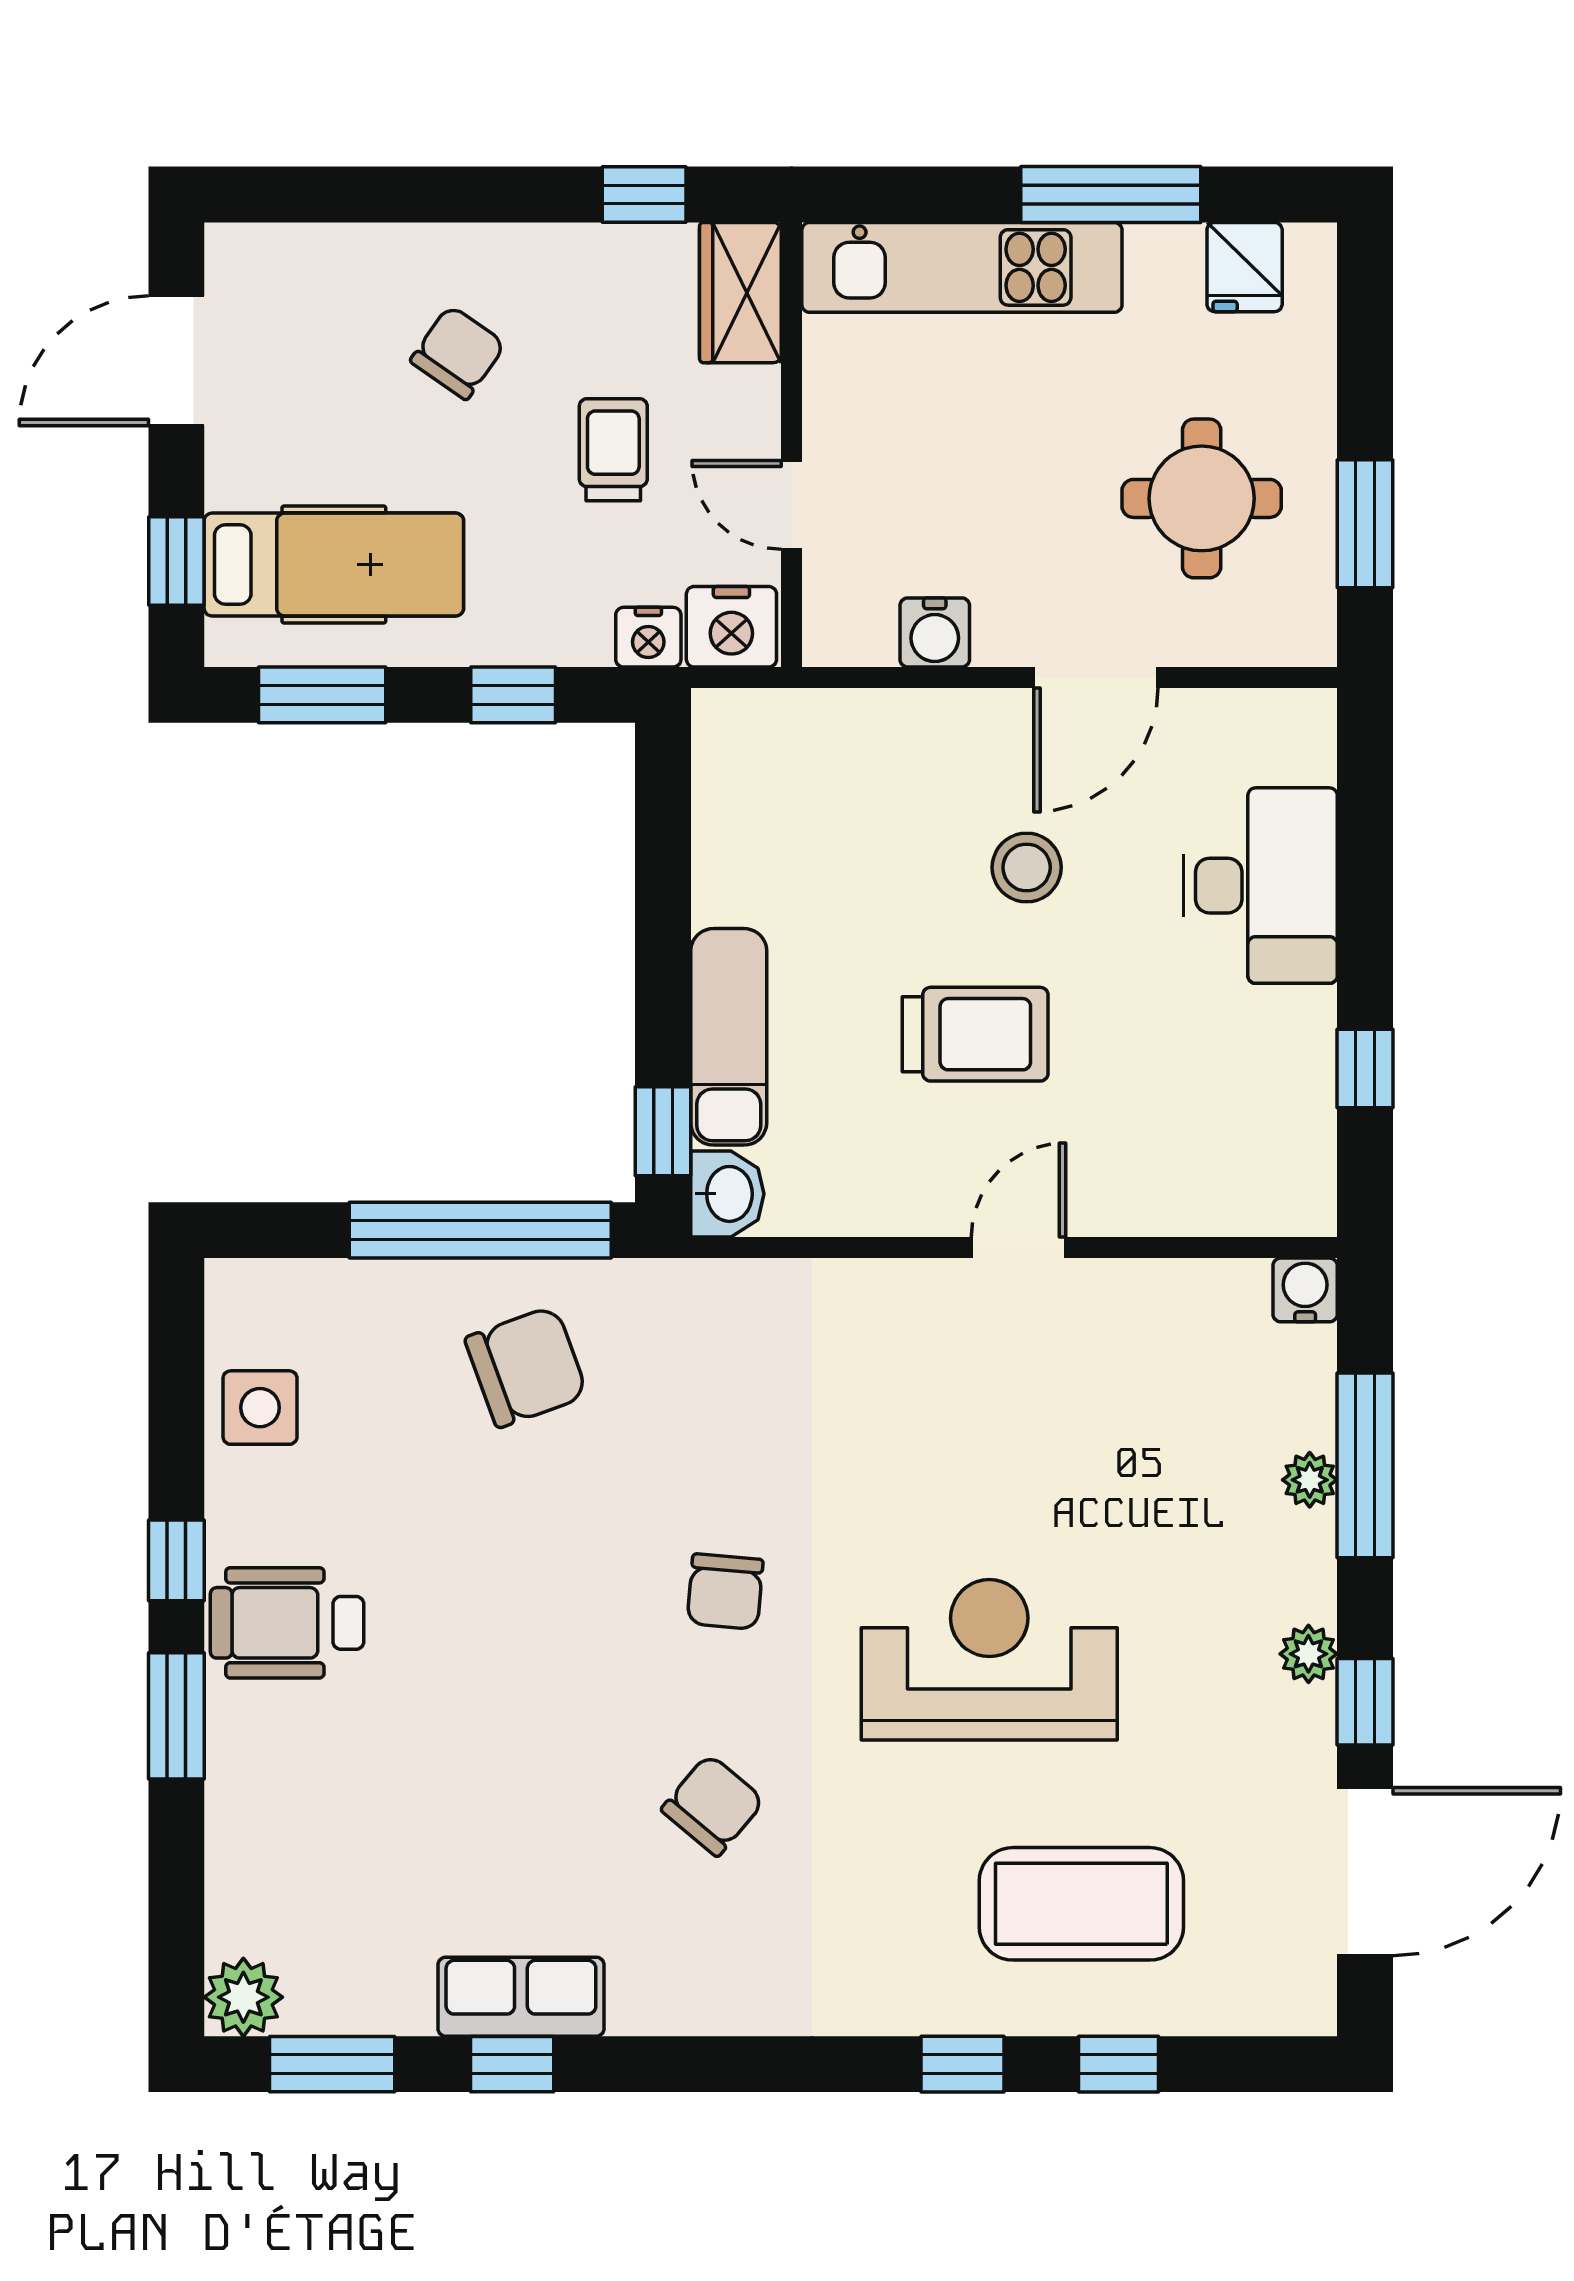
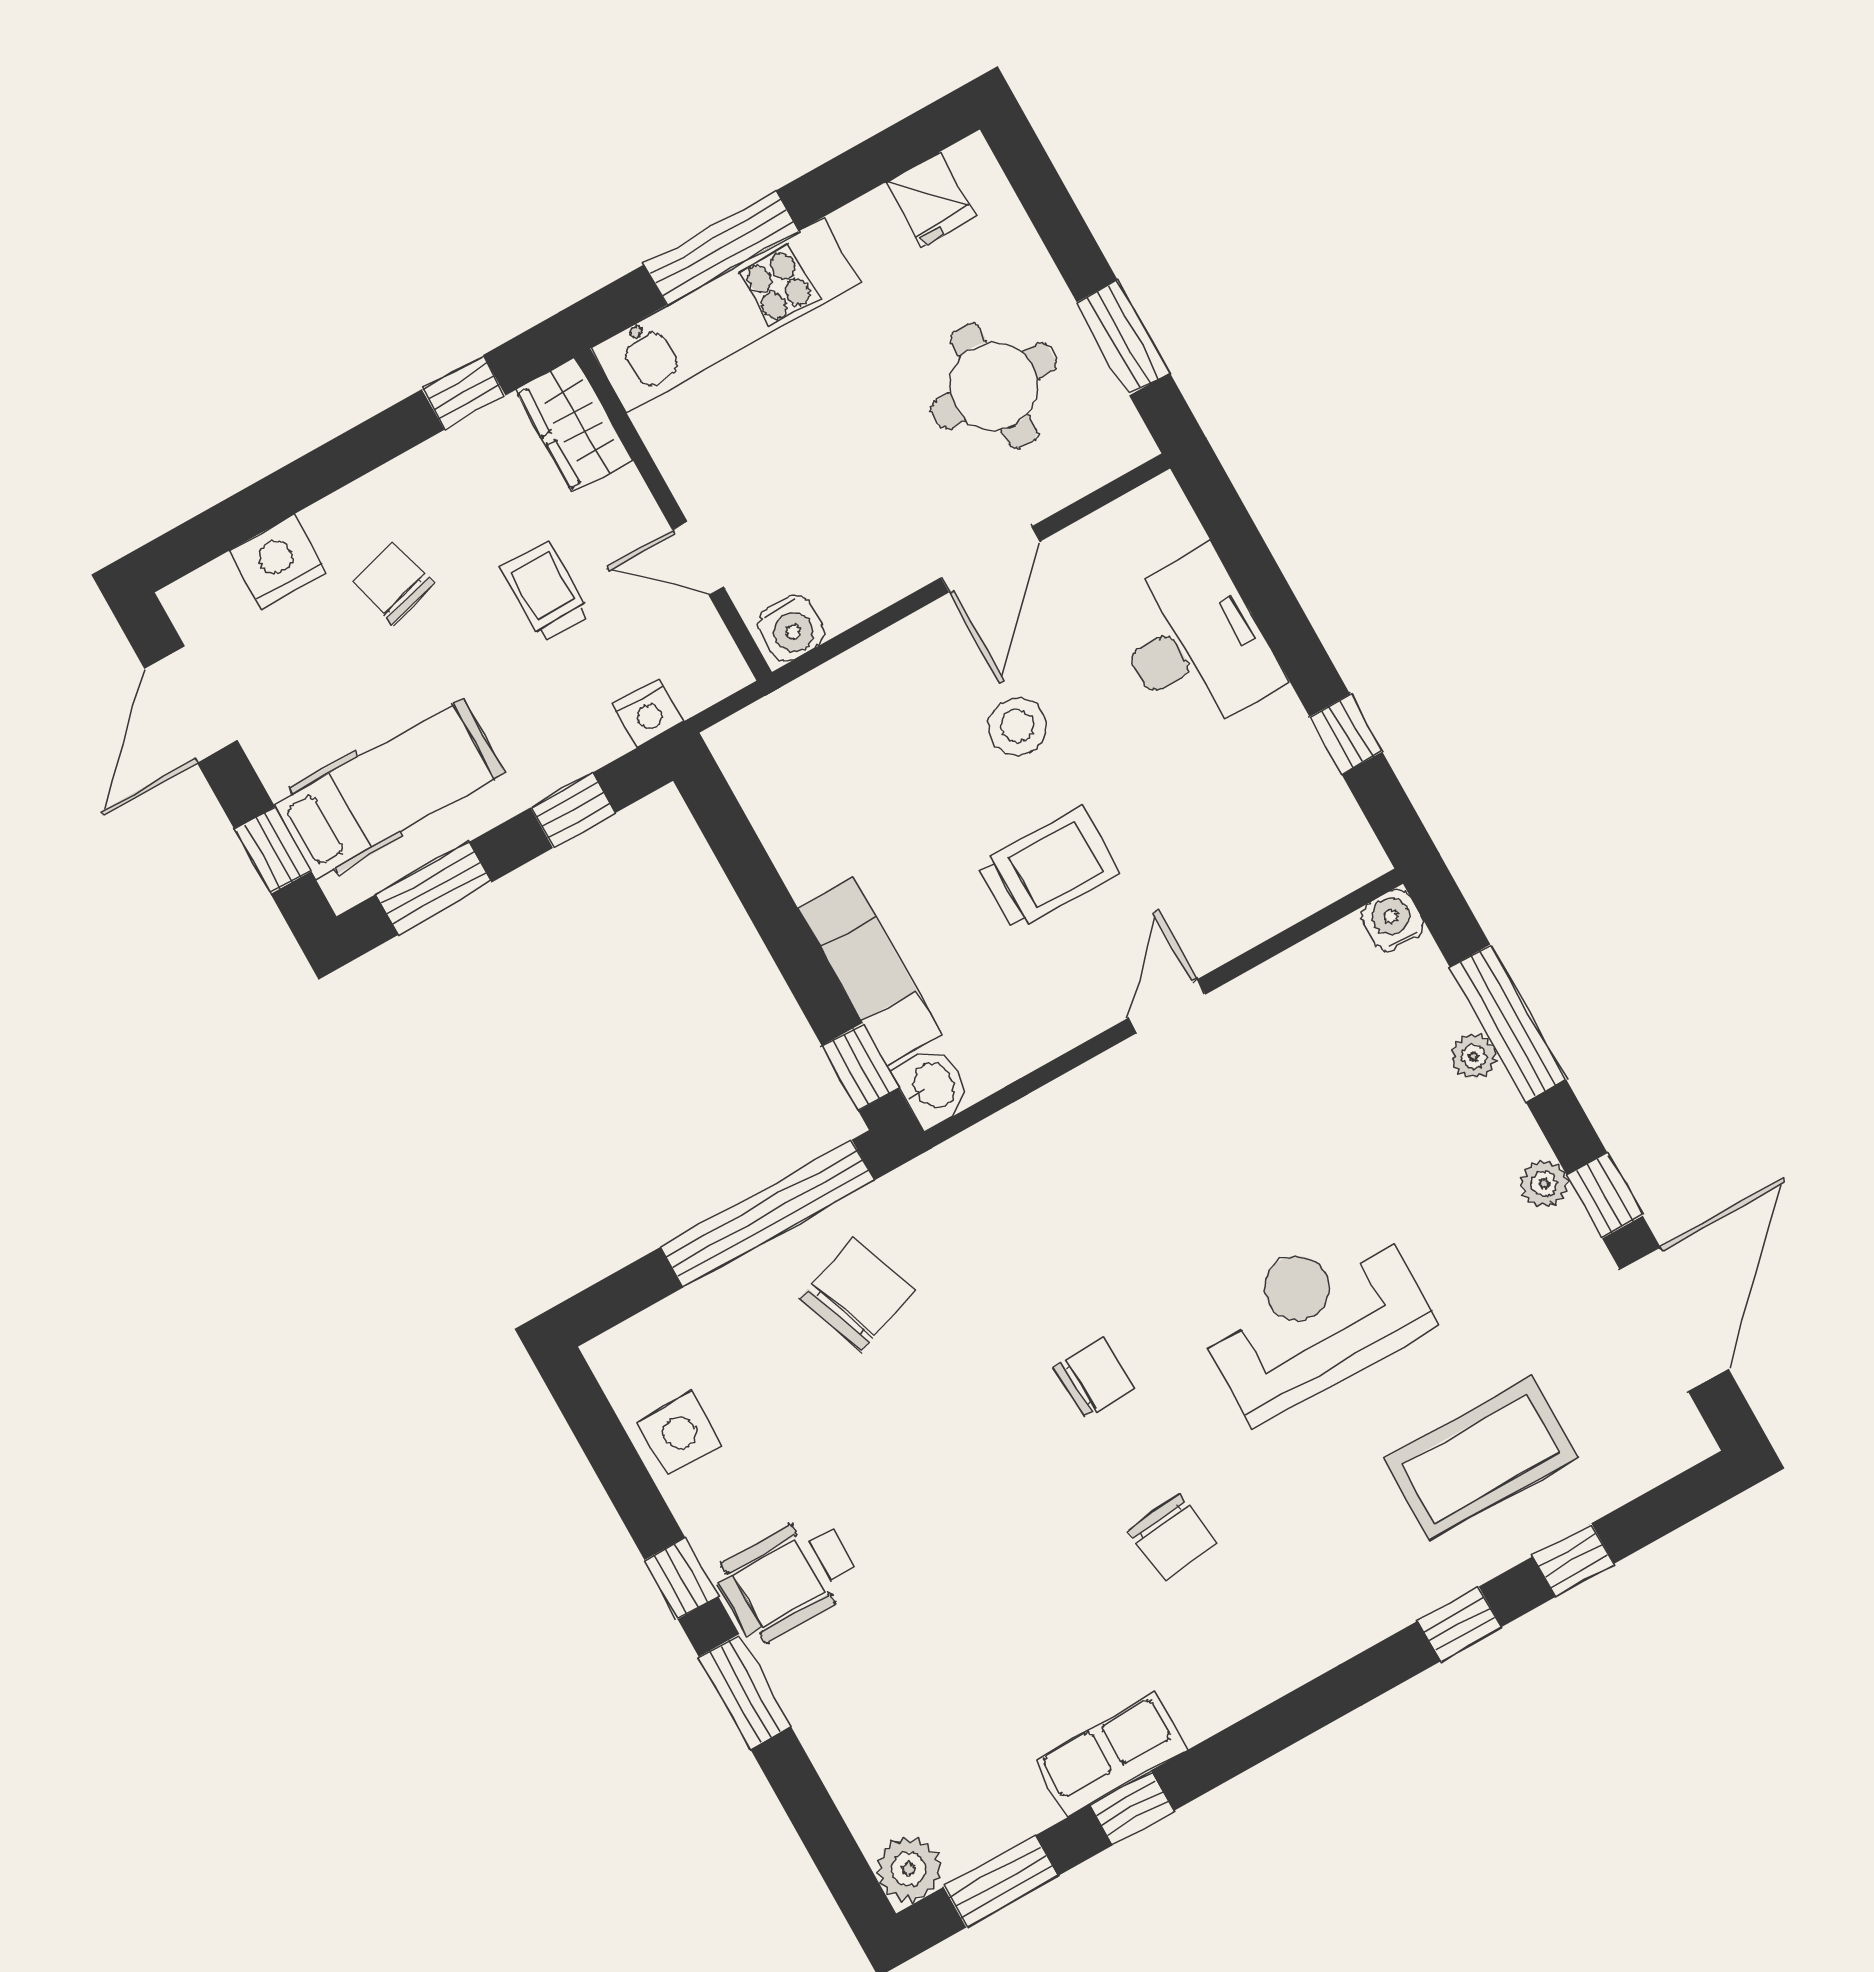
window: (1111, 195) -> (721, 248), moved
chair: (458, 353) -> (393, 584), turned -50
nightstand: (731, 627) -> (278, 562), moved, turned 180
water cooler: (935, 632) -> (791, 628), moved
chair: (725, 1592) -> (1094, 1377), turned -97
chair: (713, 1805) -> (1172, 1537), turned 133

